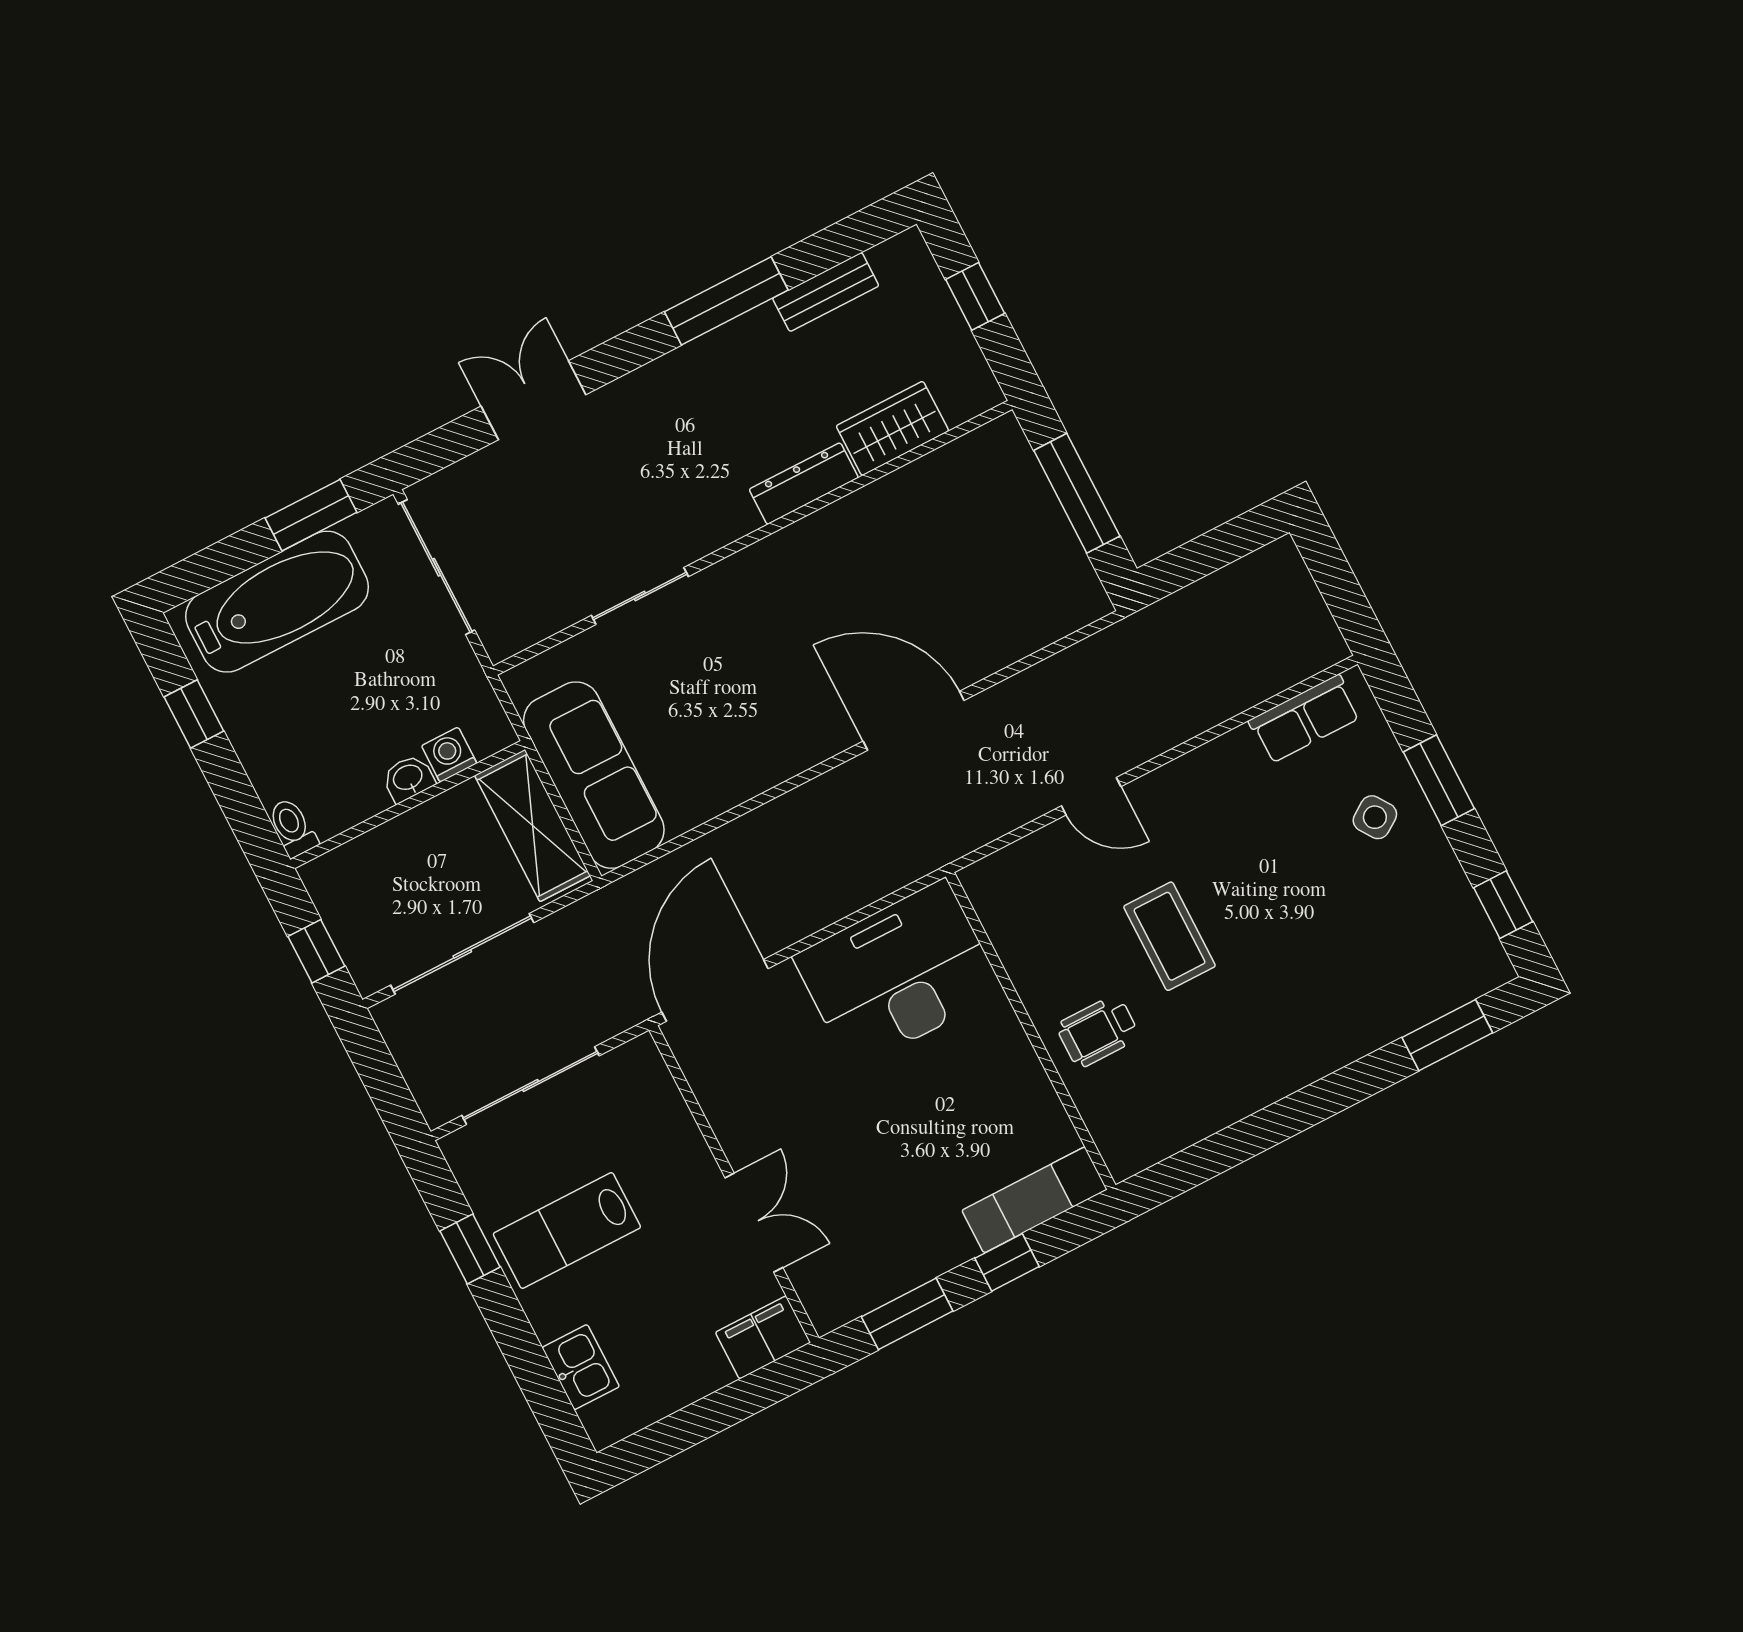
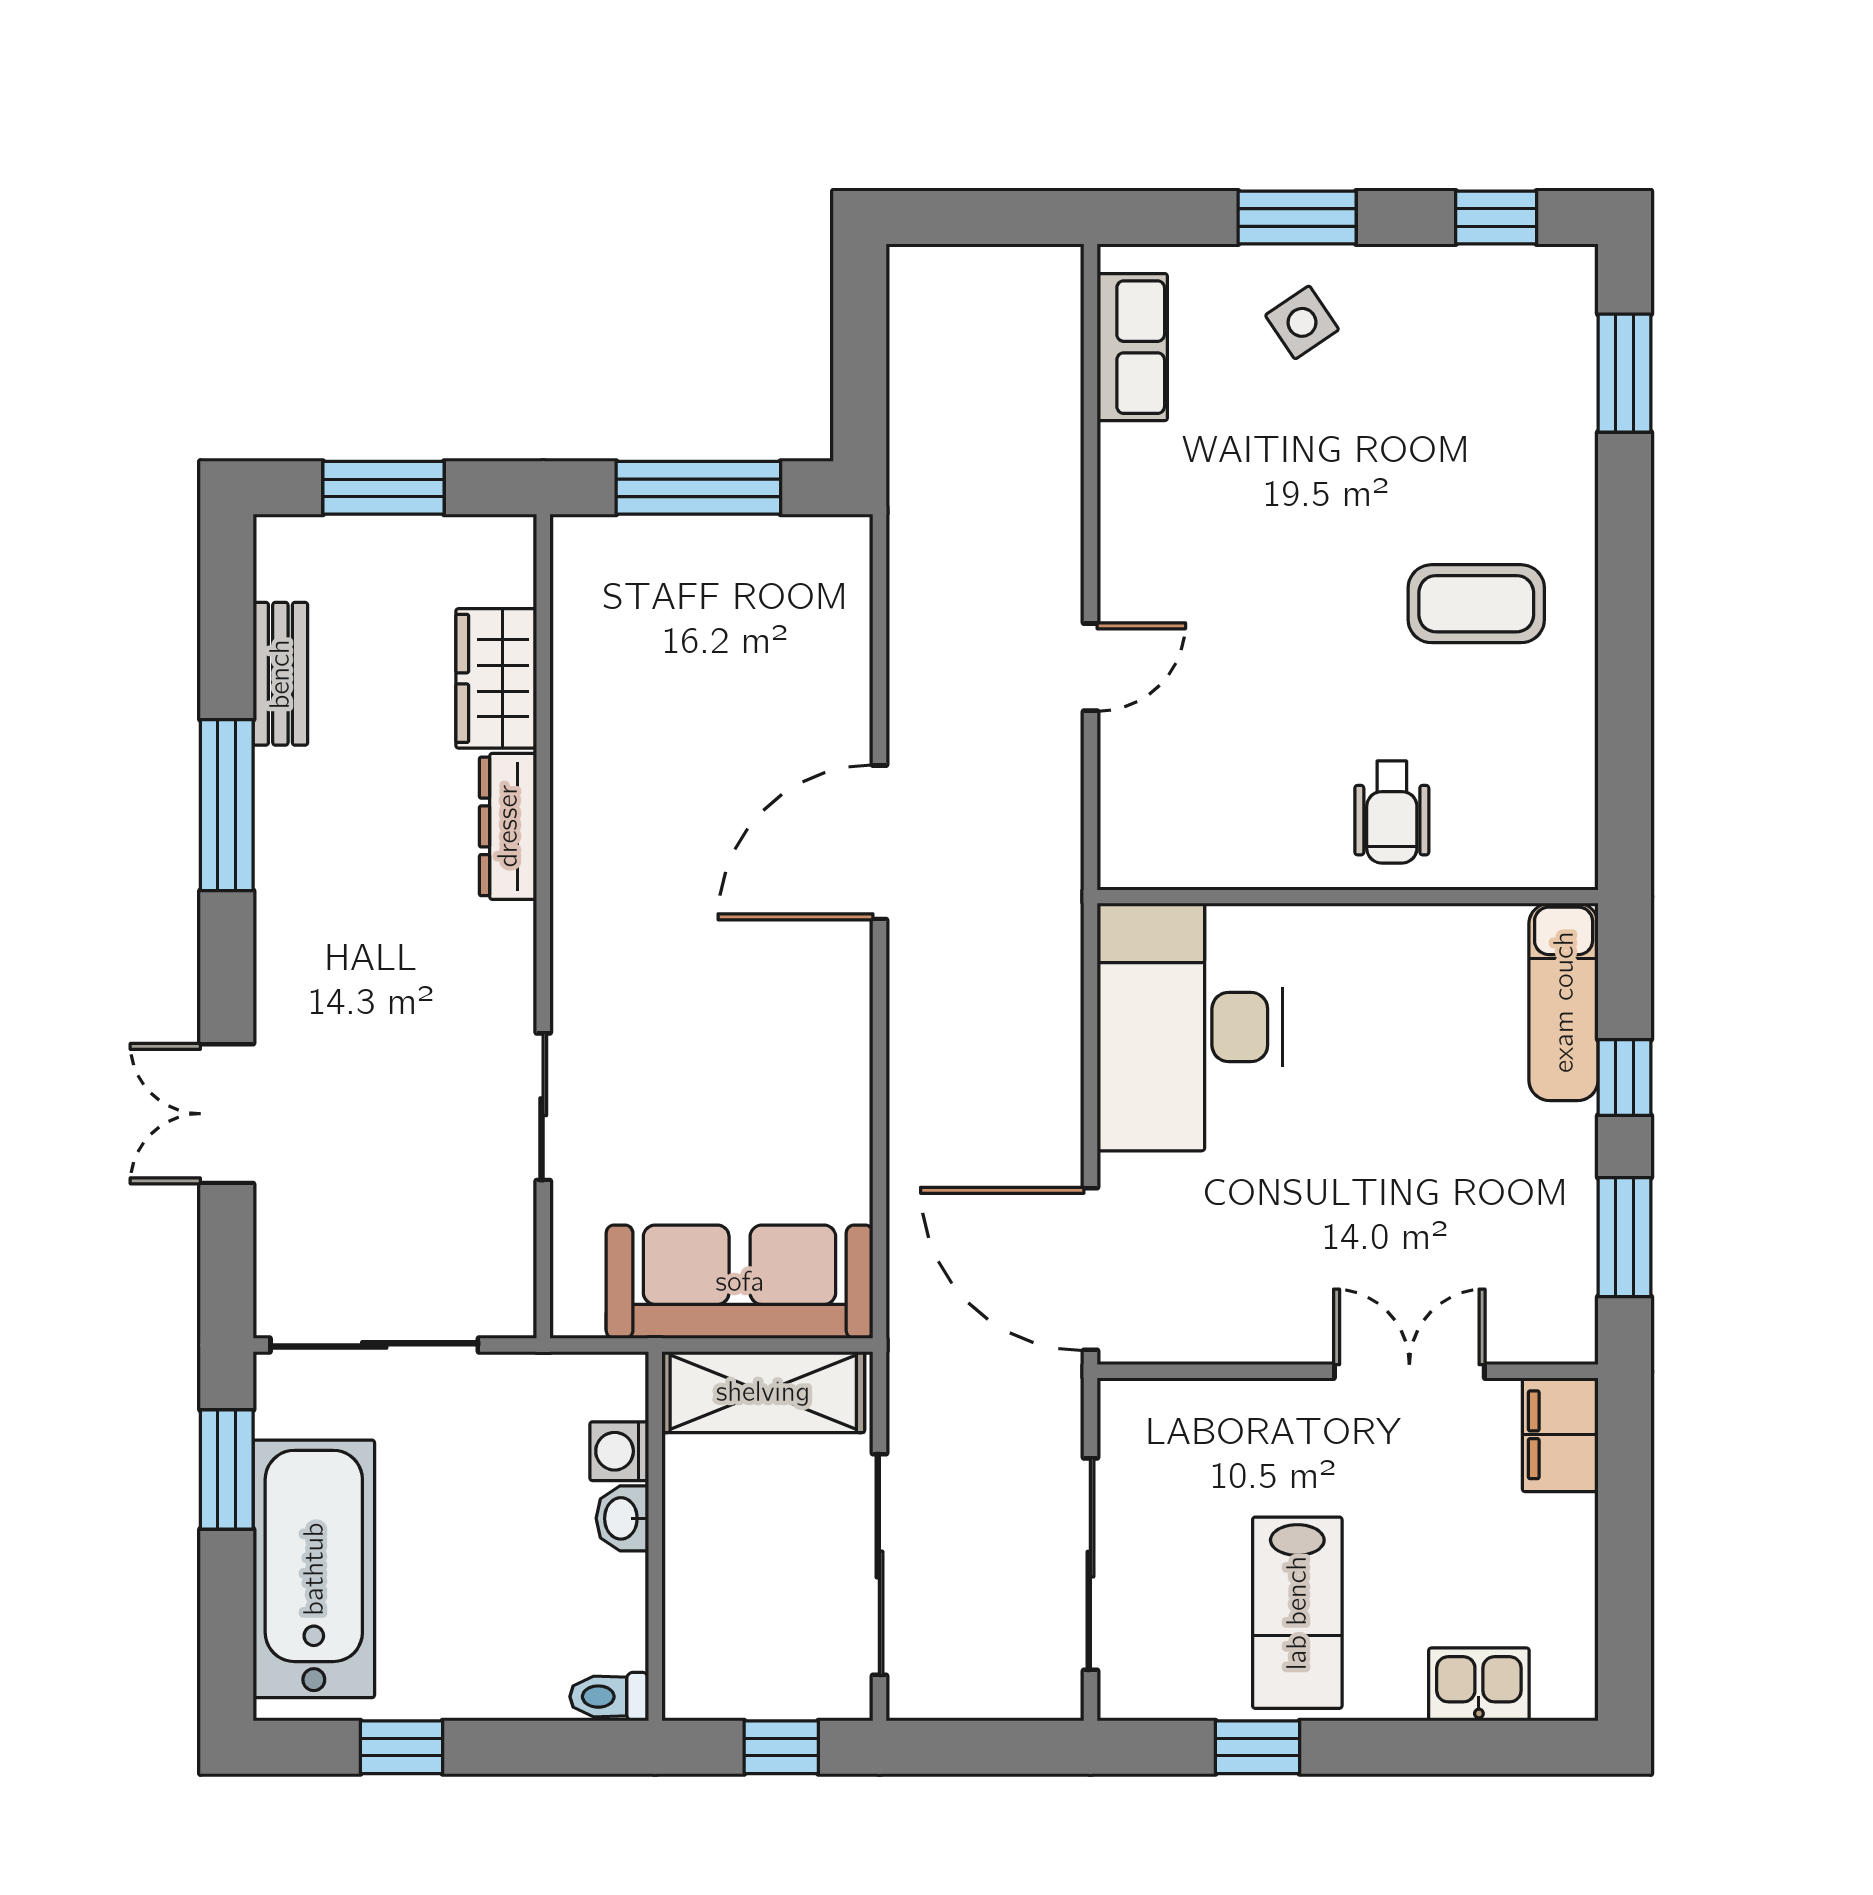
window: (975, 296) -> (383, 488), width x1.50
coffee table: (1170, 936) -> (1476, 604), moved

